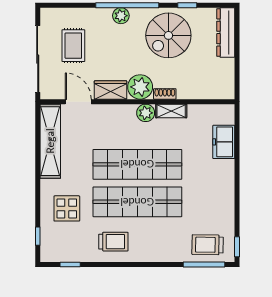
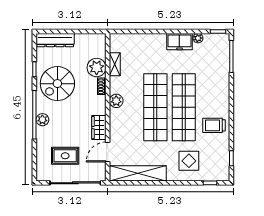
spiral stairs: (168, 35) -> (57, 84), turned 90
plant: (140, 87) -> (97, 68), moved
shelving: (171, 111) -> (115, 64), moved
freezer: (224, 142) -> (179, 42), moved
plant: (228, 220) -> (198, 38), added
trolley: (113, 242) -> (214, 125), turned -90
trolley: (208, 245) -> (216, 54), removed

